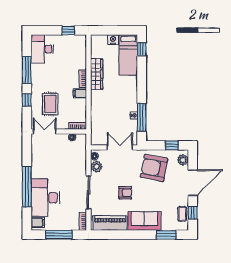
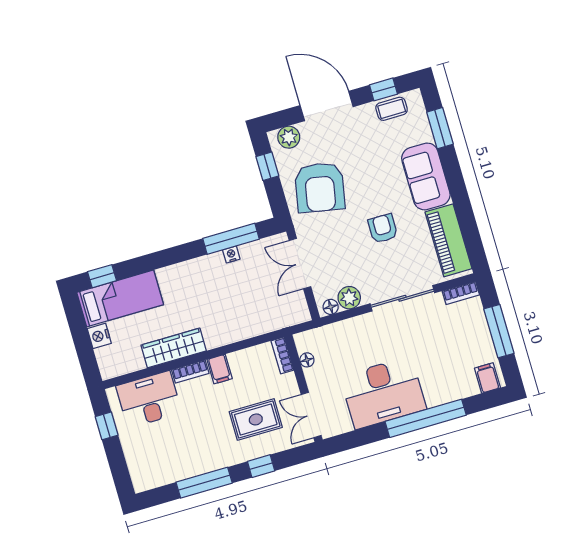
desk: (42, 49) -> (149, 399), moved, turned 180
desk: (45, 198) -> (383, 393), moved

